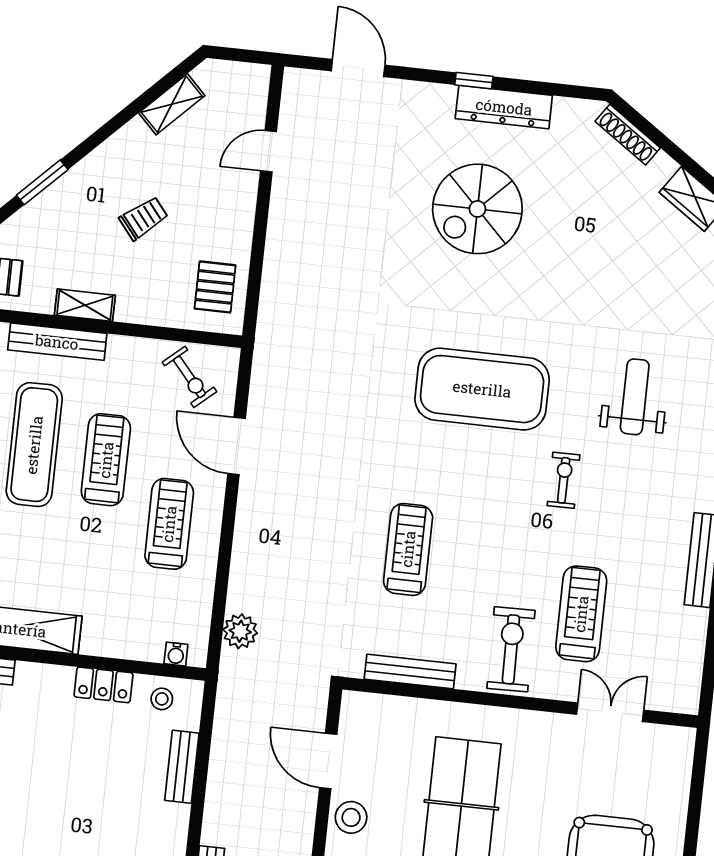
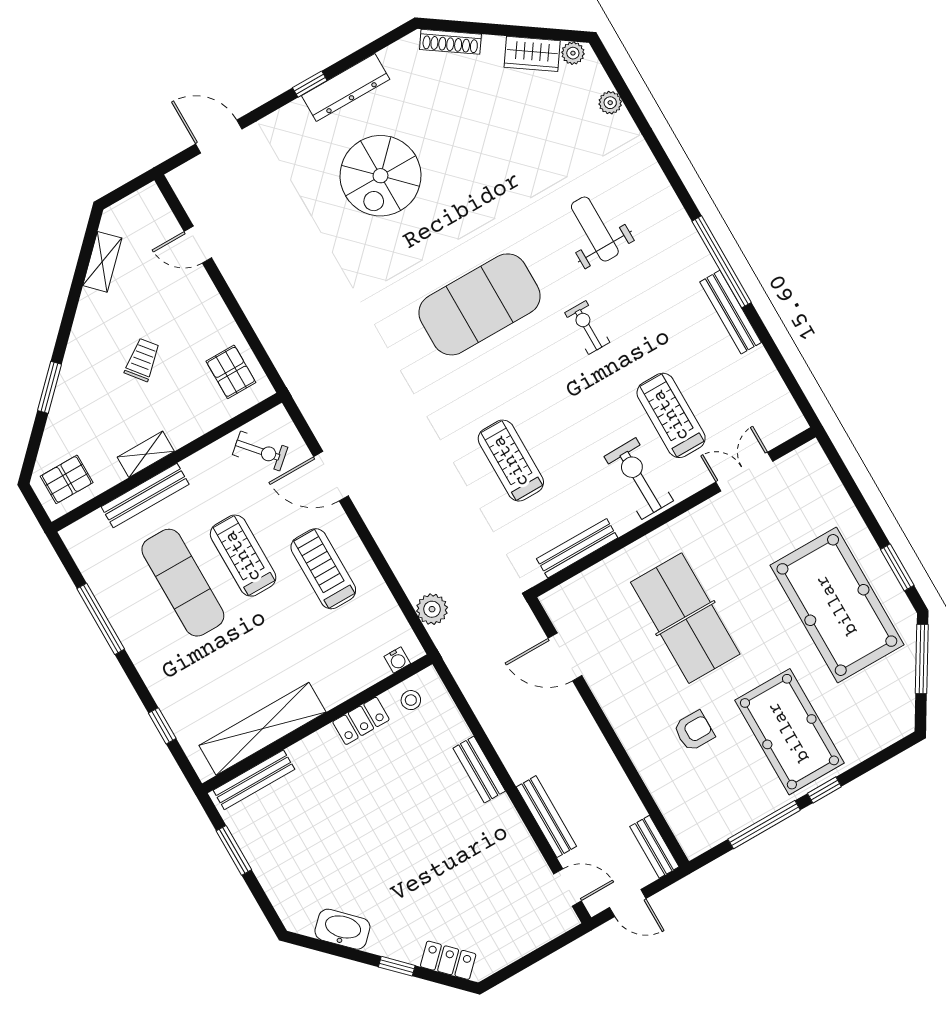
door: (269, 151) -> (198, 245), hinge flipped
bench: (182, 767) -> (479, 770), moved
stool: (351, 817) -> (612, 686), removed

